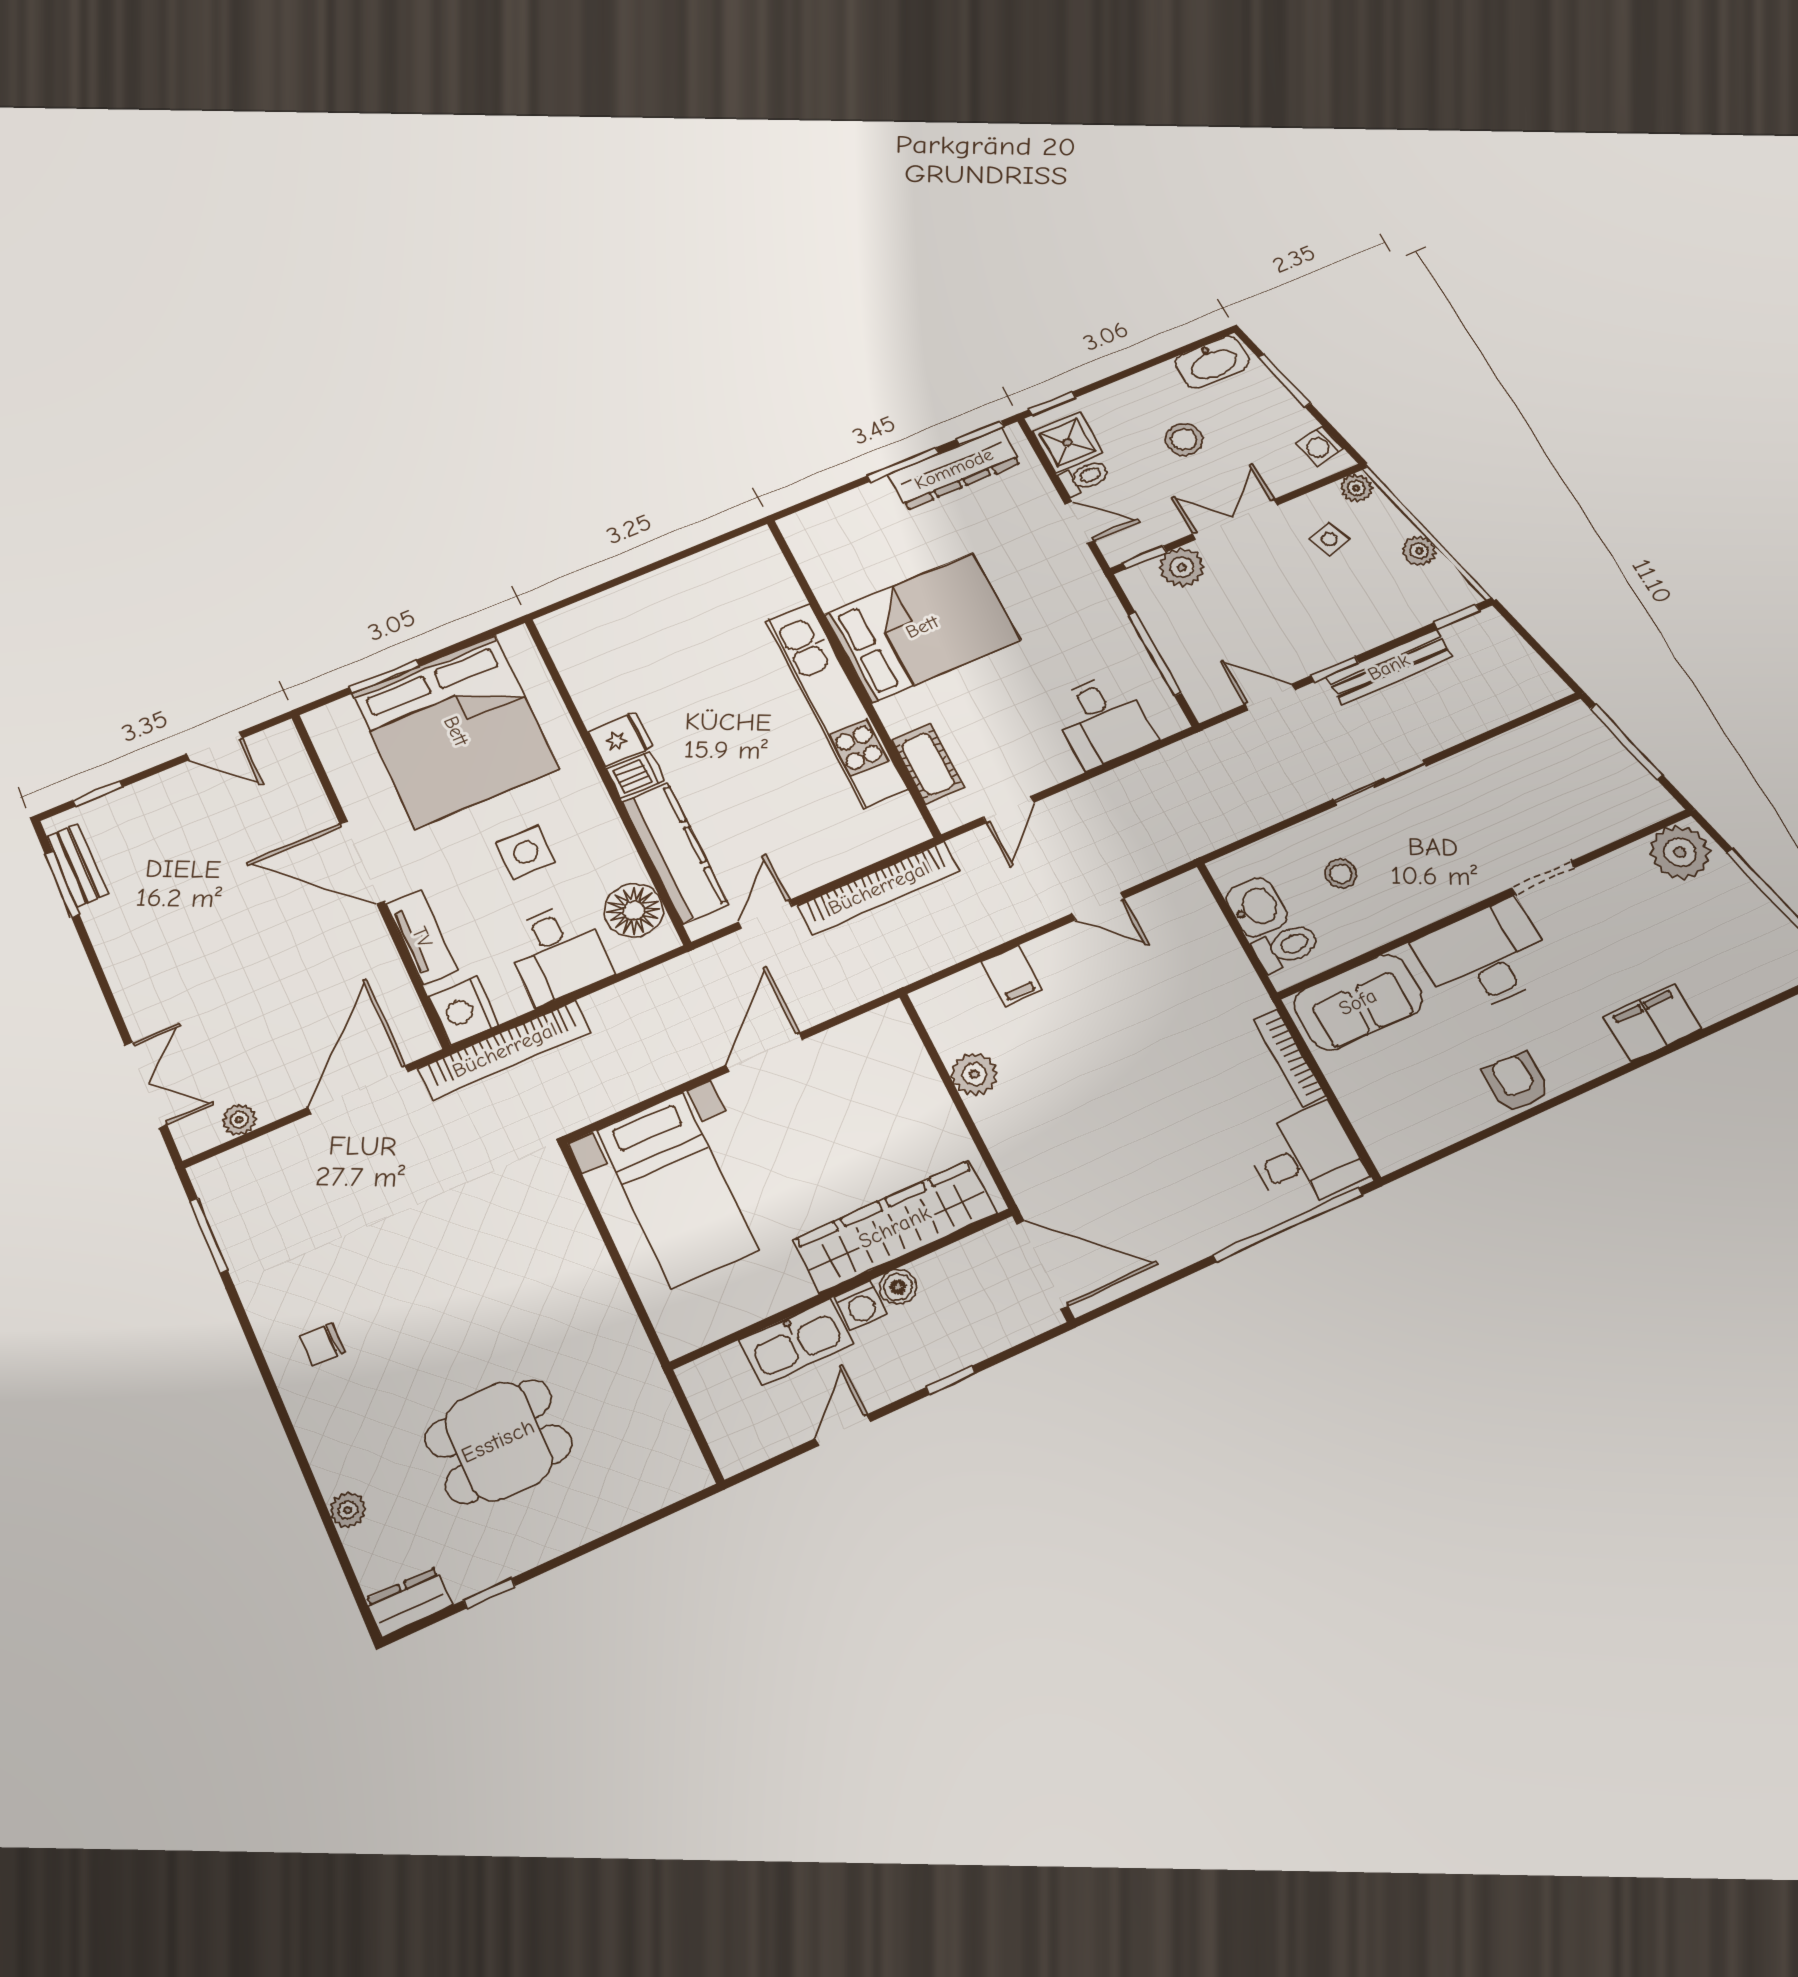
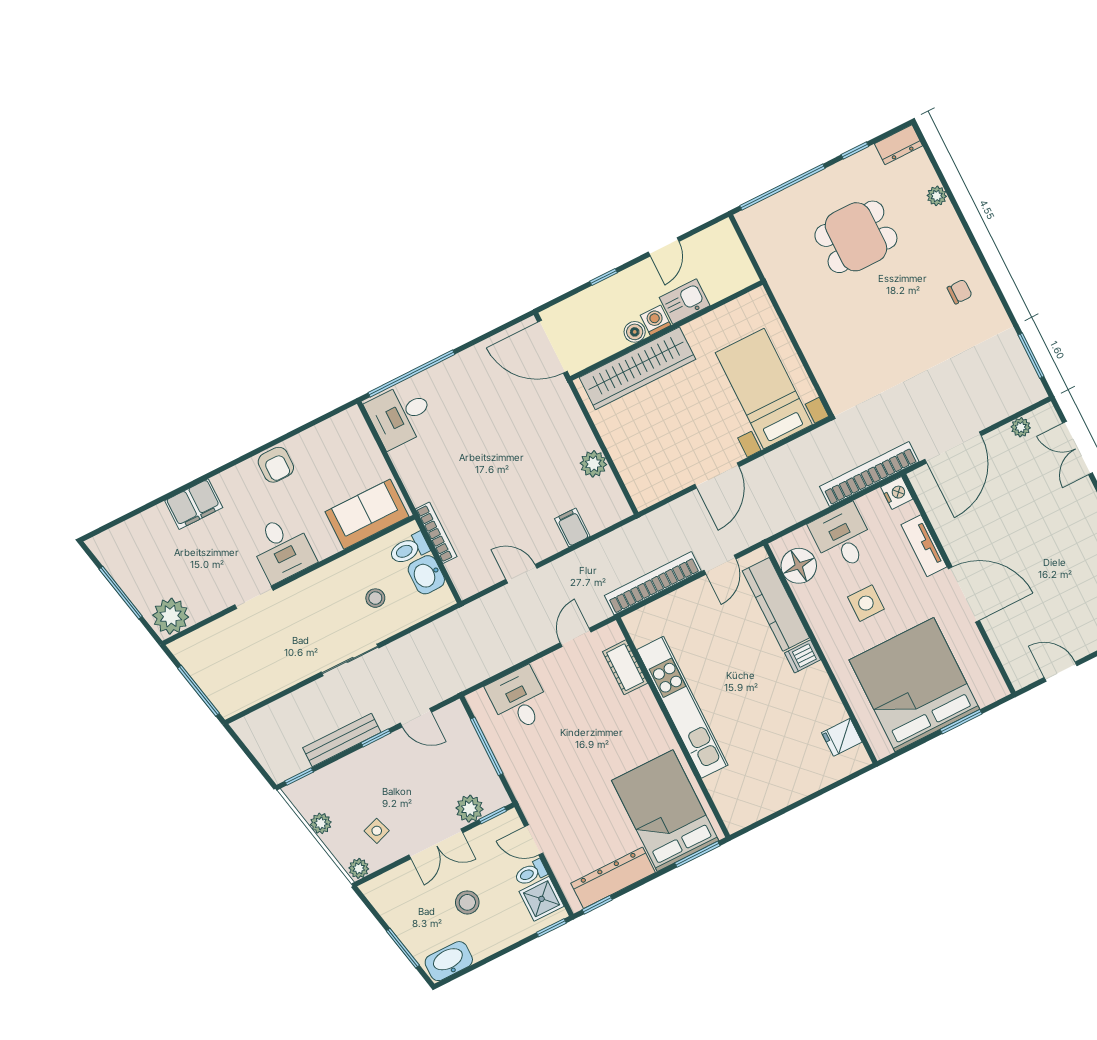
washing machine: (1320, 446) -> (381, 899), removed
window: (903, 465) -> (697, 854), moved
bed: (922, 627) -> (665, 811), moved, turned 90
fridge: (620, 739) -> (842, 737), moved
desk: (1485, 958) -> (282, 549), width x0.73
nightstand: (464, 1011) -> (897, 493), width x0.74, depth x0.75
bookcase: (1290, 1058) -> (436, 533), moved
kitchen sink: (796, 1342) -> (685, 302), width x0.73
window: (625, 1531) -> (782, 187), added

